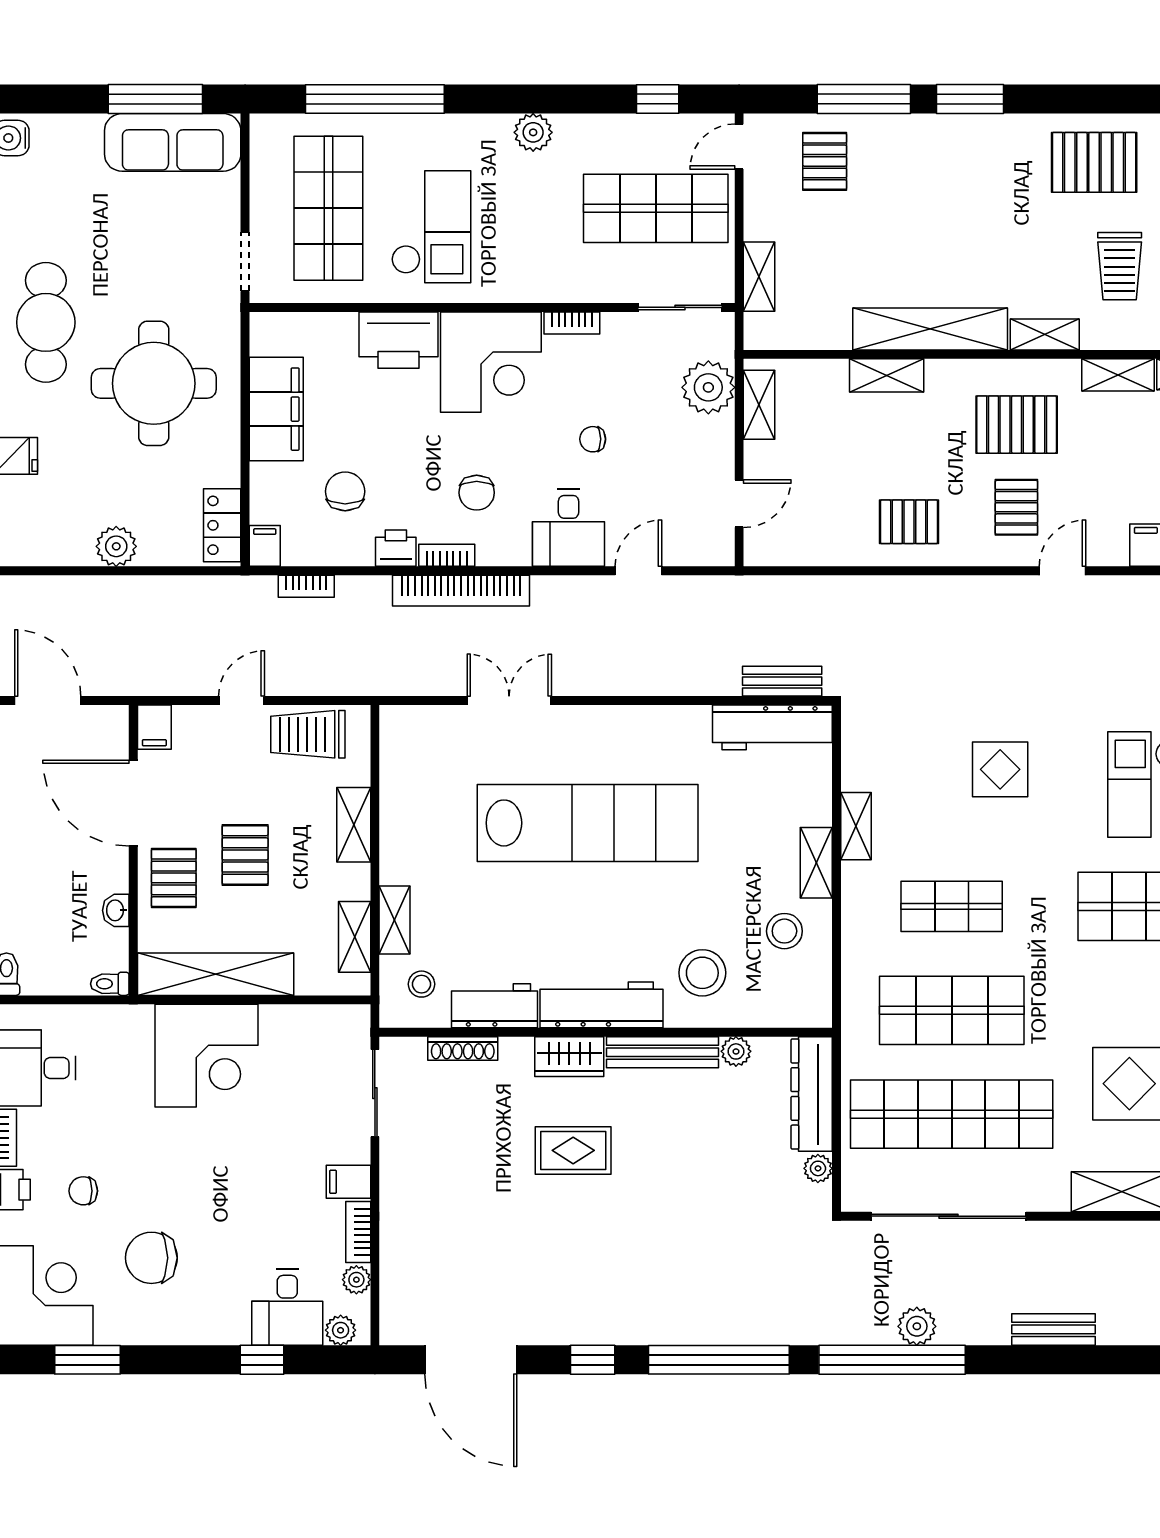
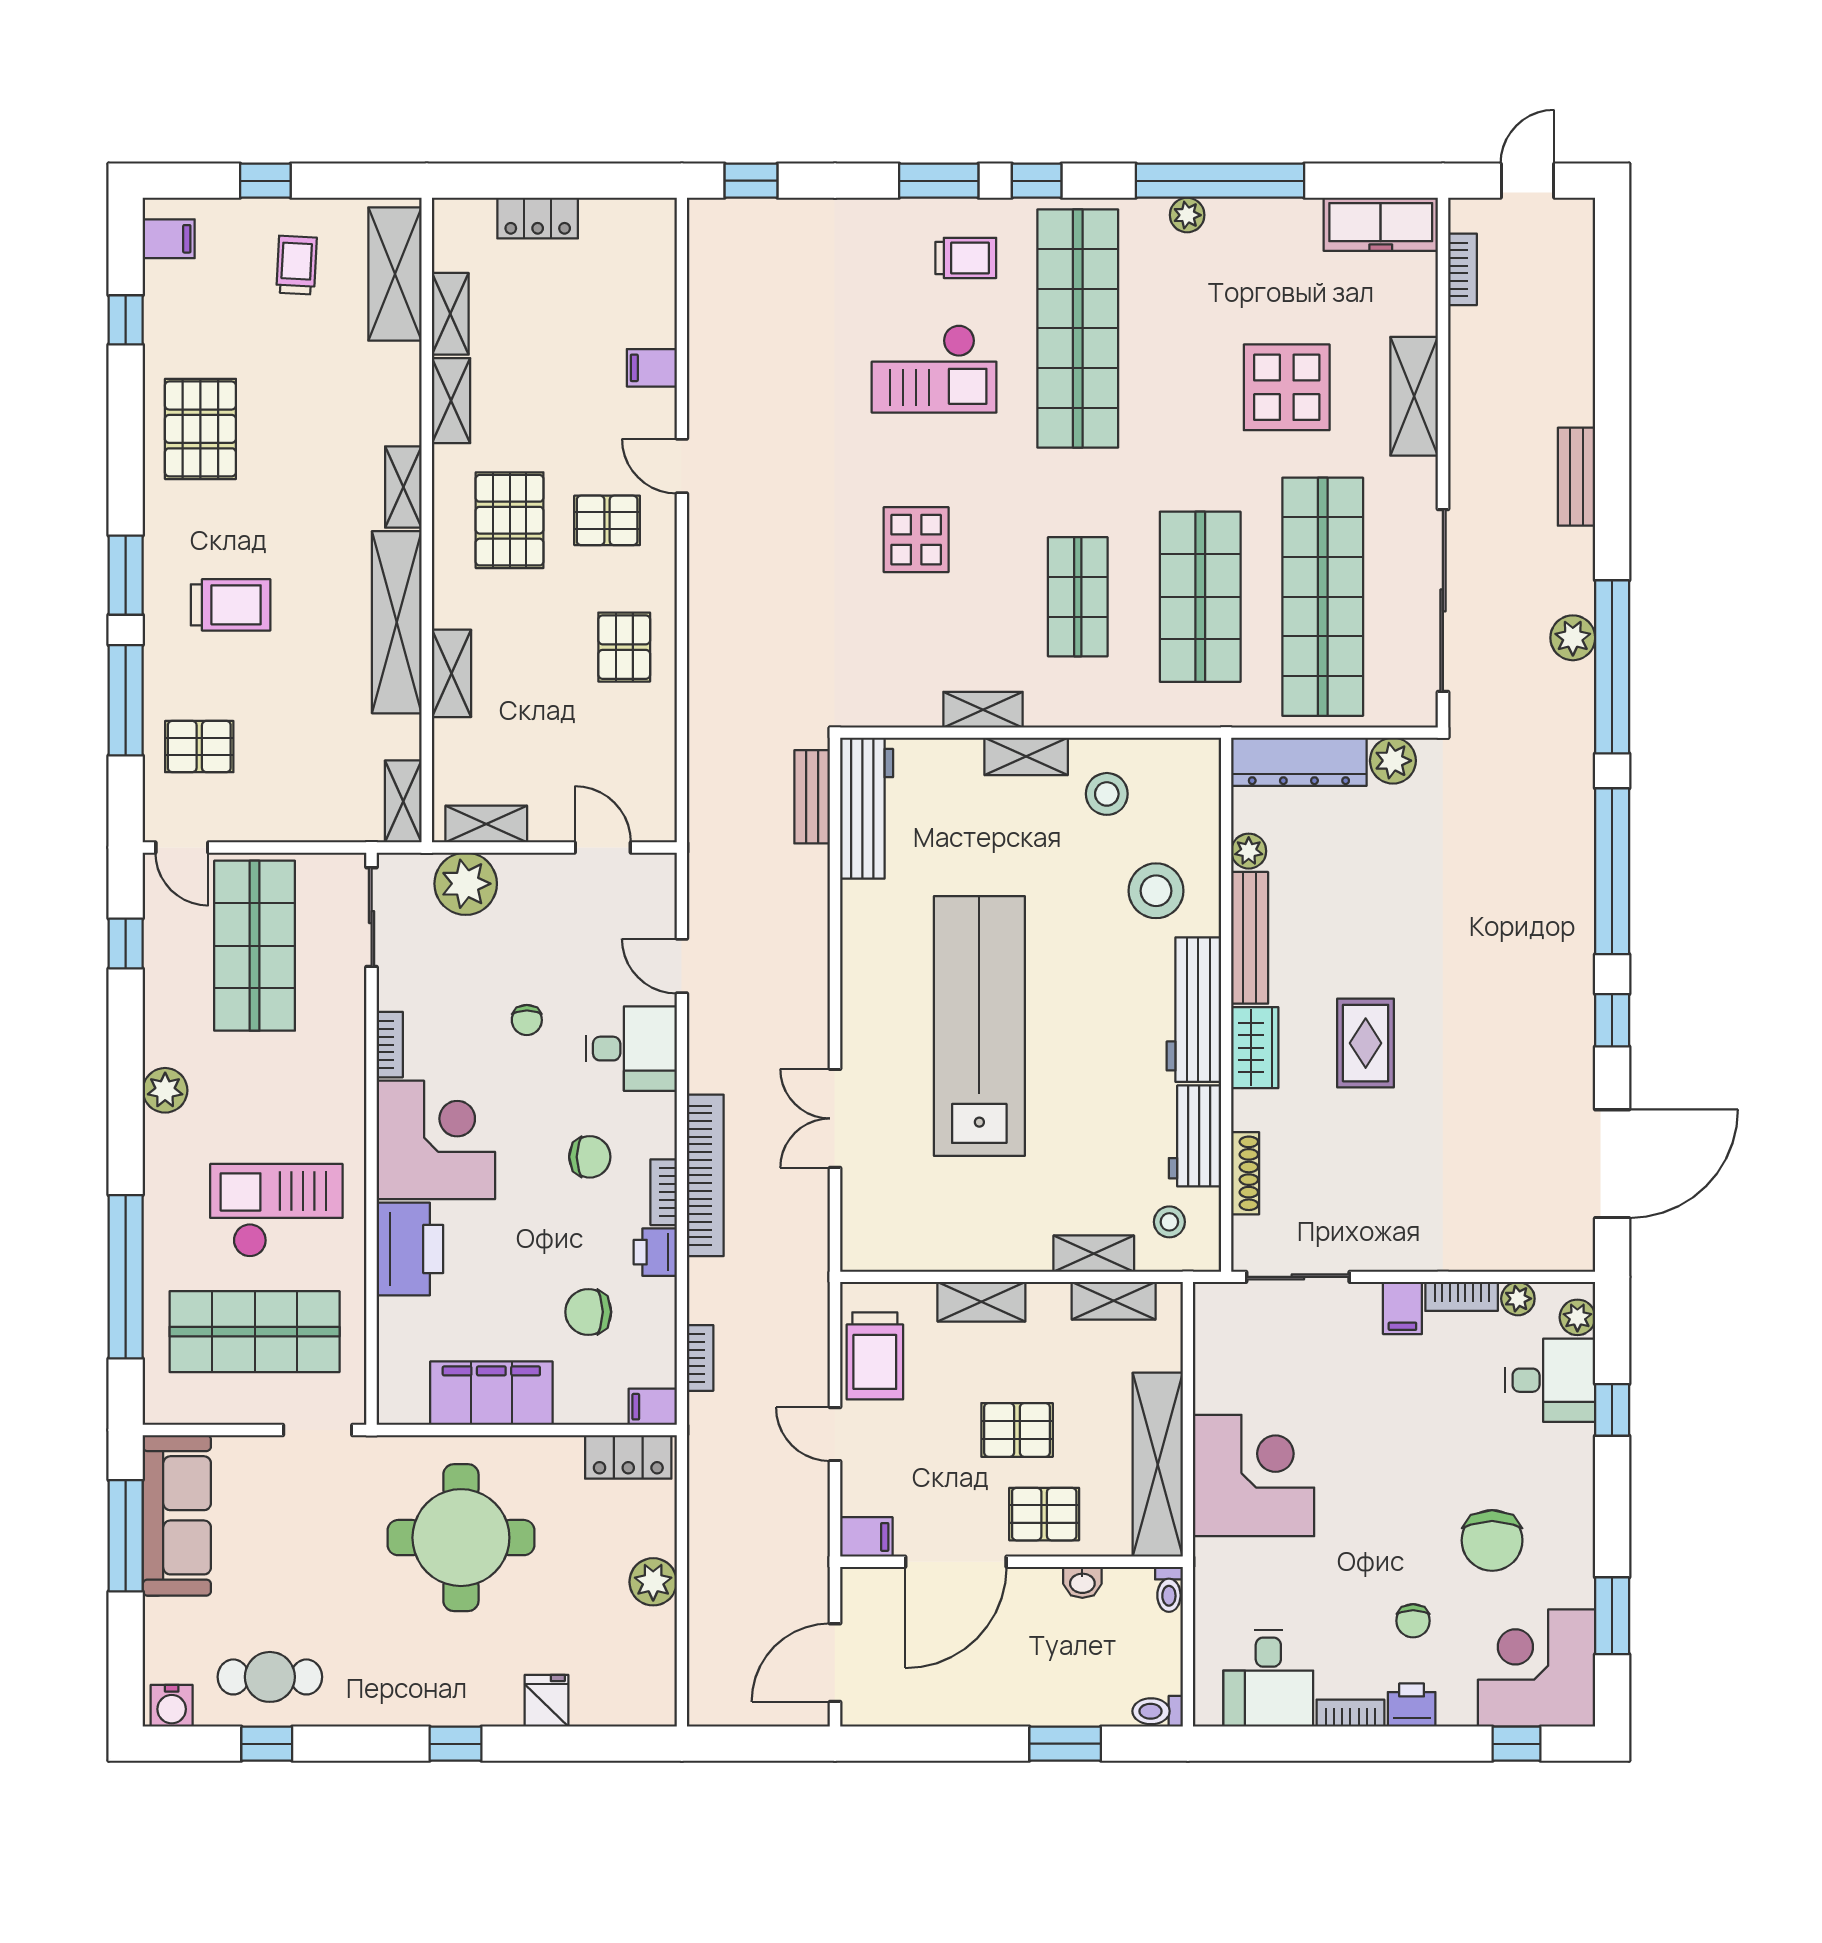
trolley: (1120, 266) -> (231, 605), moved
shelving: (759, 277) -> (403, 801), moved, turned 90
cafe table: (46, 322) -> (270, 1677), moved, width x0.73, depth x0.74
plant: (818, 1168) -> (1393, 761), width x1.38, depth x1.38

